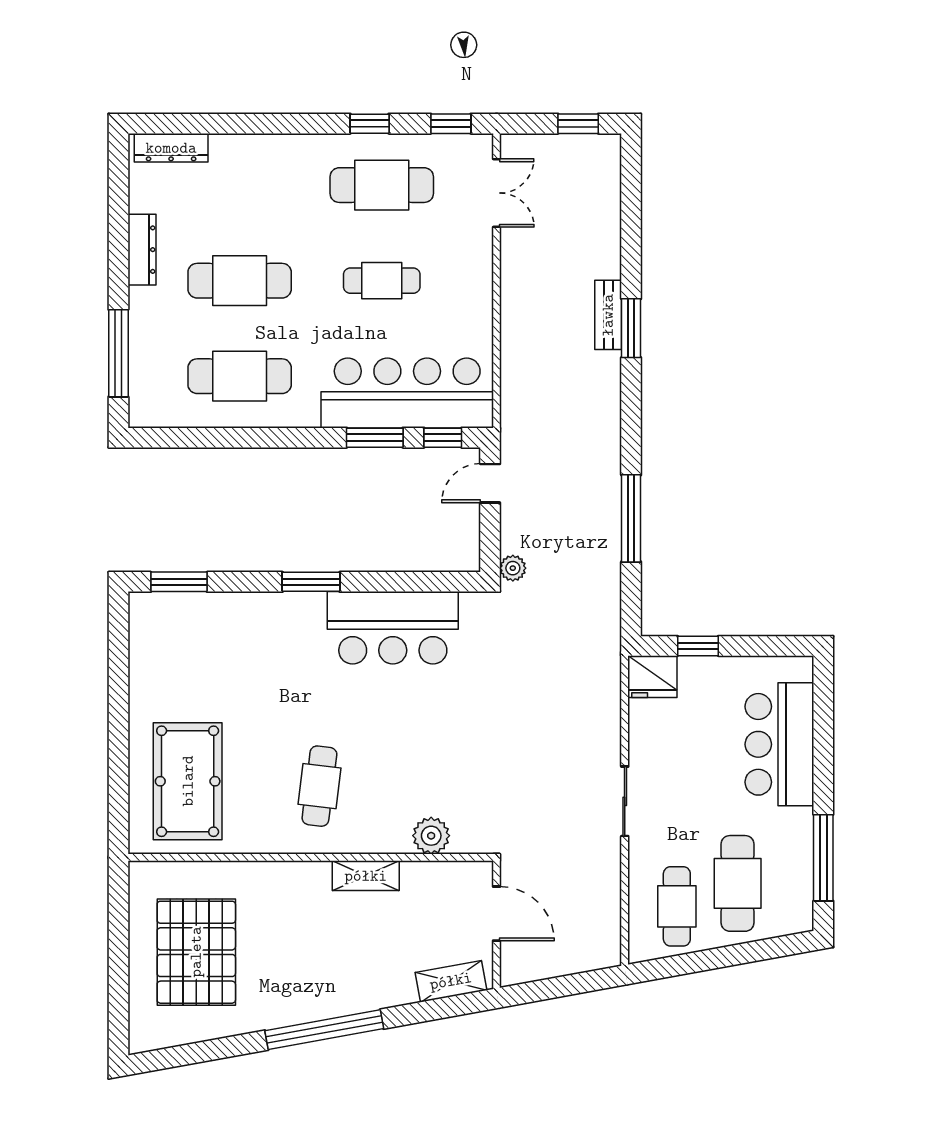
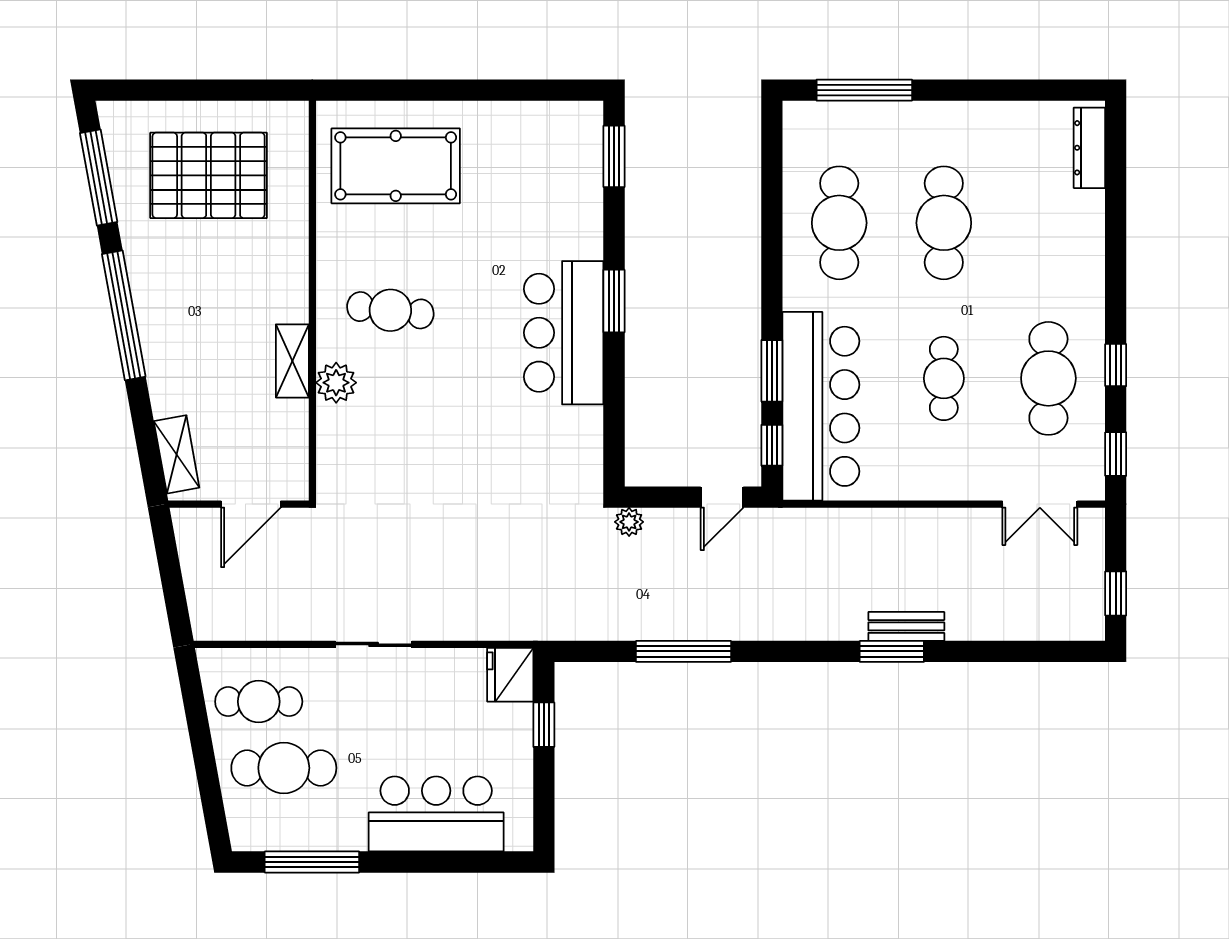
dresser: (142, 250) -> (978, 116), removed
door: (490, 483) -> (722, 497), swing flipped
bar counter: (393, 628) -> (564, 333), moved
plant: (431, 836) -> (336, 383), moved
window: (198, 1052) -> (99, 178), added

